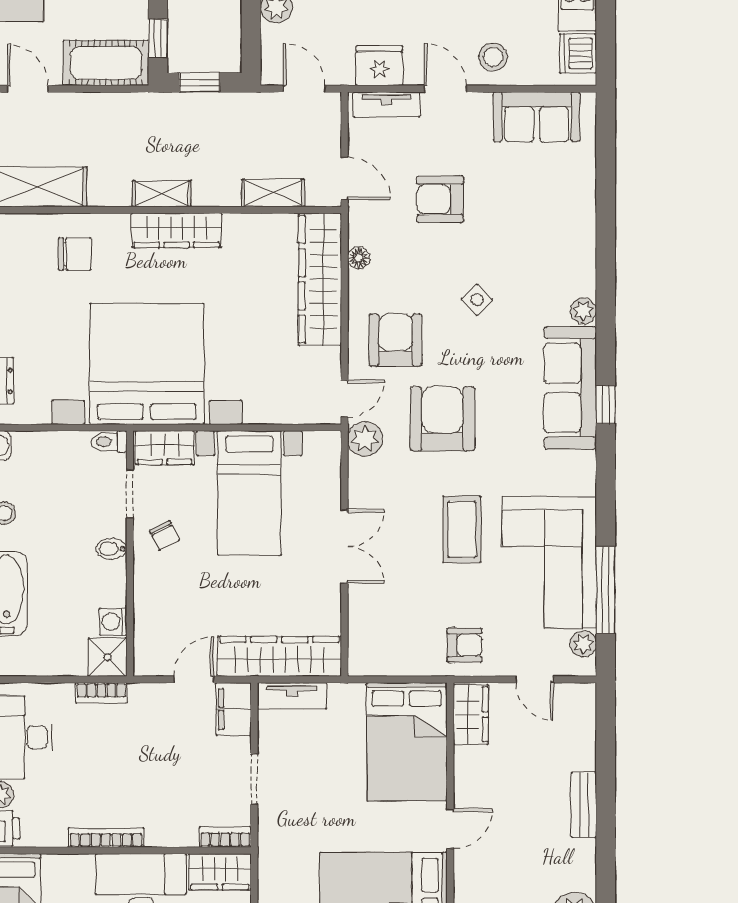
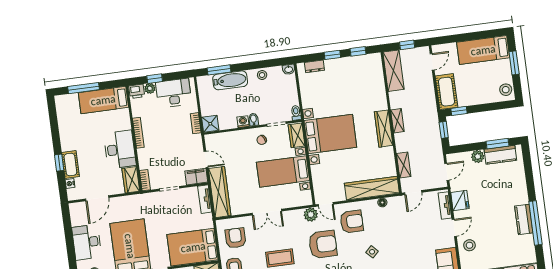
armchair: (440, 199) -> (236, 238), moved
chair: (75, 254) -> (369, 89), removed
bed with nightstands: (147, 364) -> (330, 134), width x0.73
washing machine: (113, 622) -> (243, 122), moved

